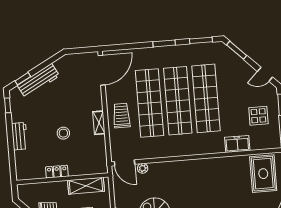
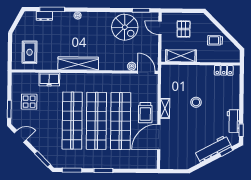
door: (102, 70) -> (159, 137), moved
workbench: (20, 136) -> (233, 121), moved
wardrobe: (205, 166) -> (78, 63), added
locker: (57, 172) -> (224, 70), moved
rug: (263, 174) -> (30, 52), width x0.73, depth x0.70

